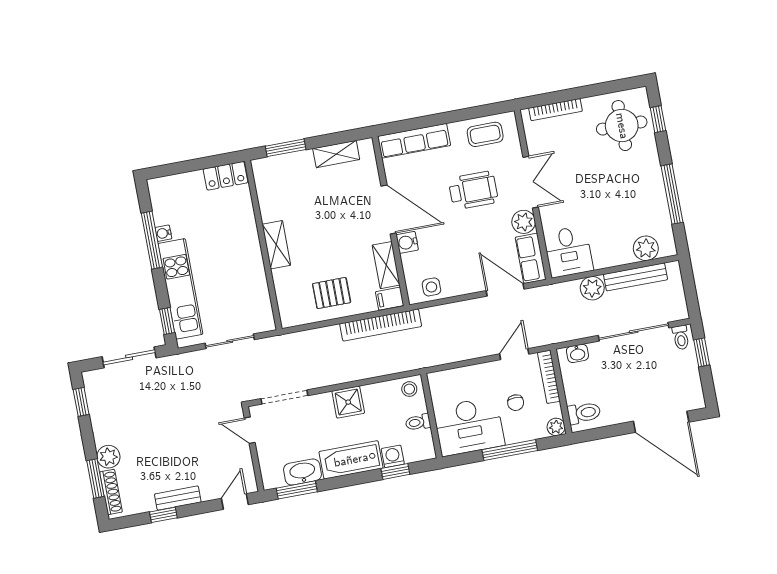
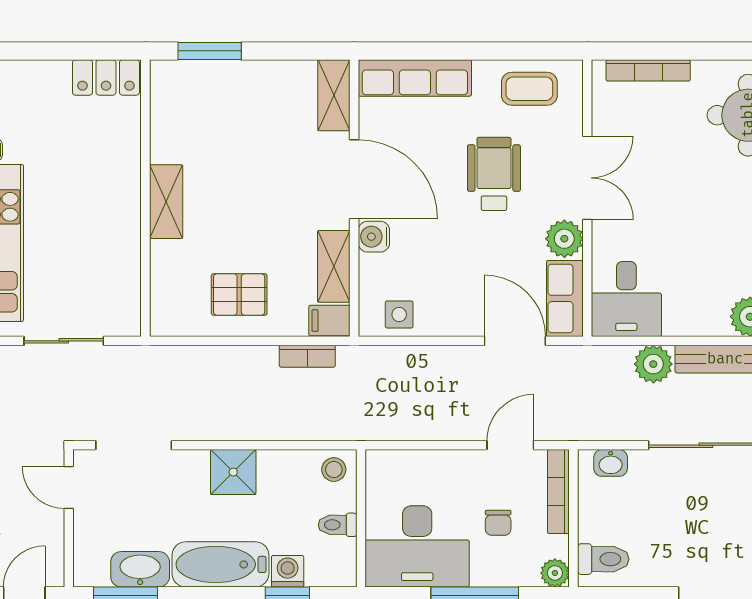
shelving: (336, 154) -> (334, 95), moved, turned 90
wheelchair: (473, 190) -> (494, 174), turned -90
bookcase: (381, 325) -> (307, 356), width x0.43, depth x0.76

